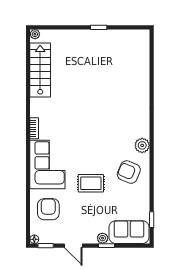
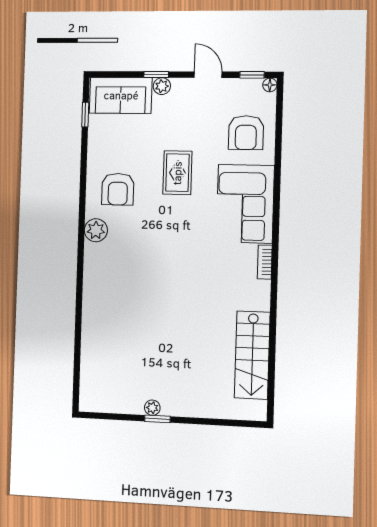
plant: (35, 34) -> (152, 408), moved
armchair: (129, 172) -> (118, 189), turned 67
rug: (91, 183) -> (177, 173), turned 90

